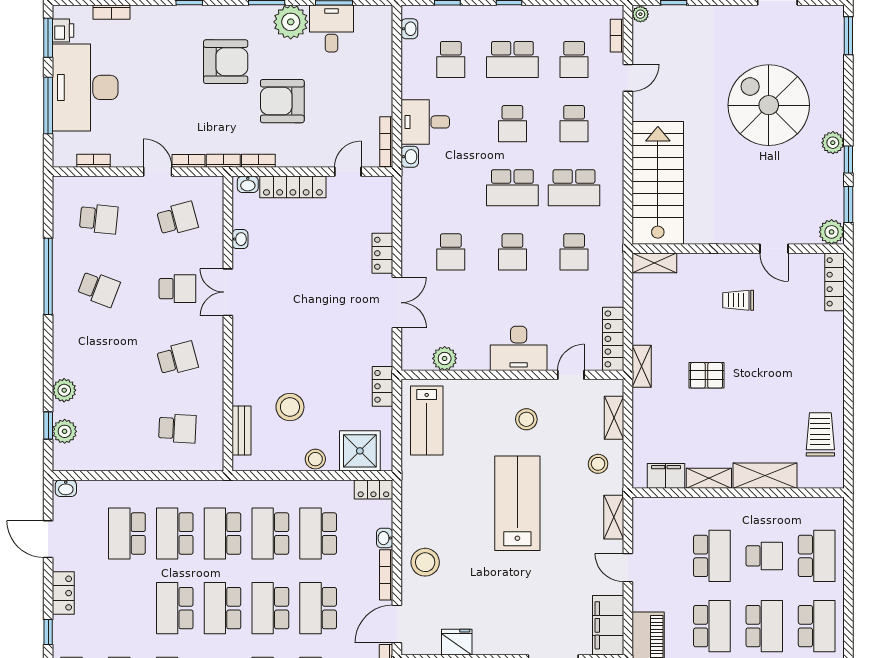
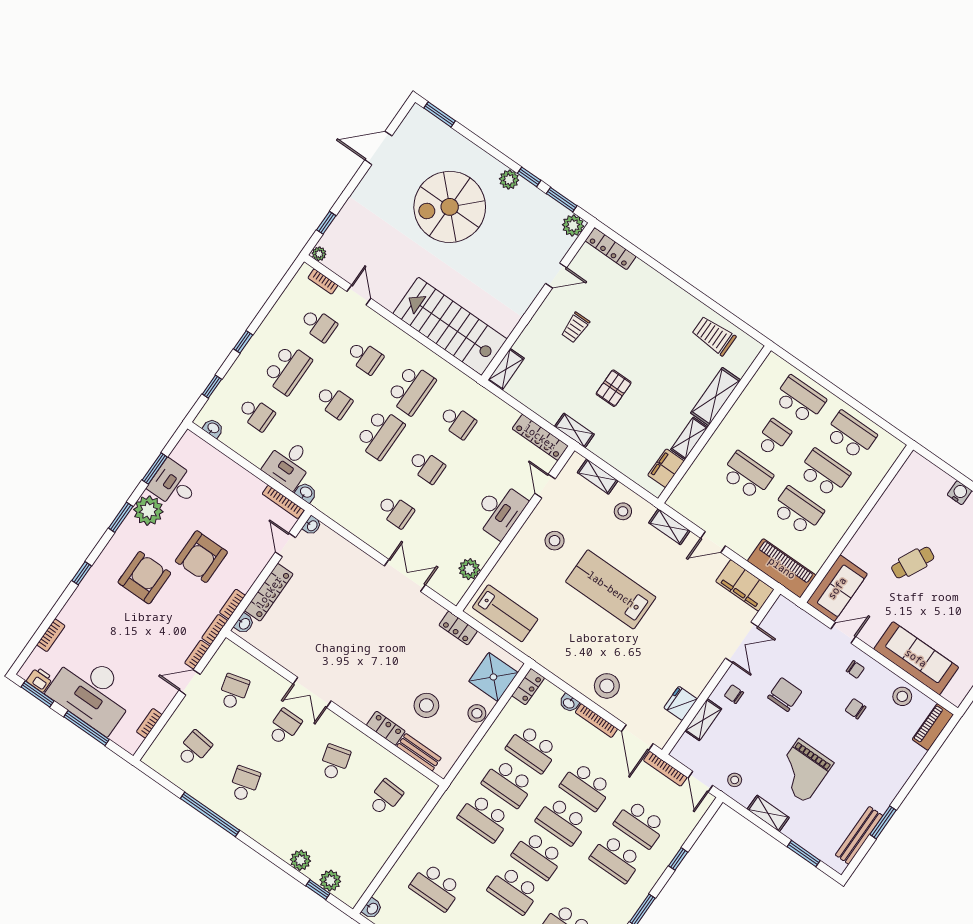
washbasin: (240, 239) -> (312, 526), moved, turned 90
locker: (382, 253) -> (386, 728), moved, turned 180
school desk: (99, 289) -> (244, 784), turned -36
school desk: (175, 534) -> (460, 853), removed

